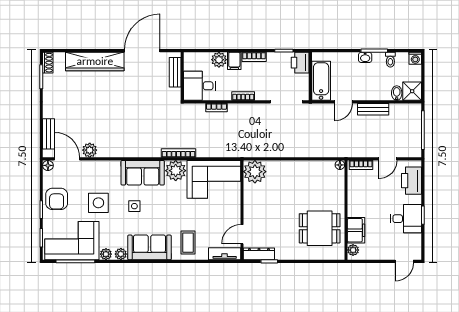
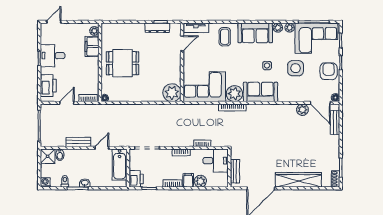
dining table: (320, 228) -> (122, 63), moved
dresser: (259, 254) -> (157, 28), moved

